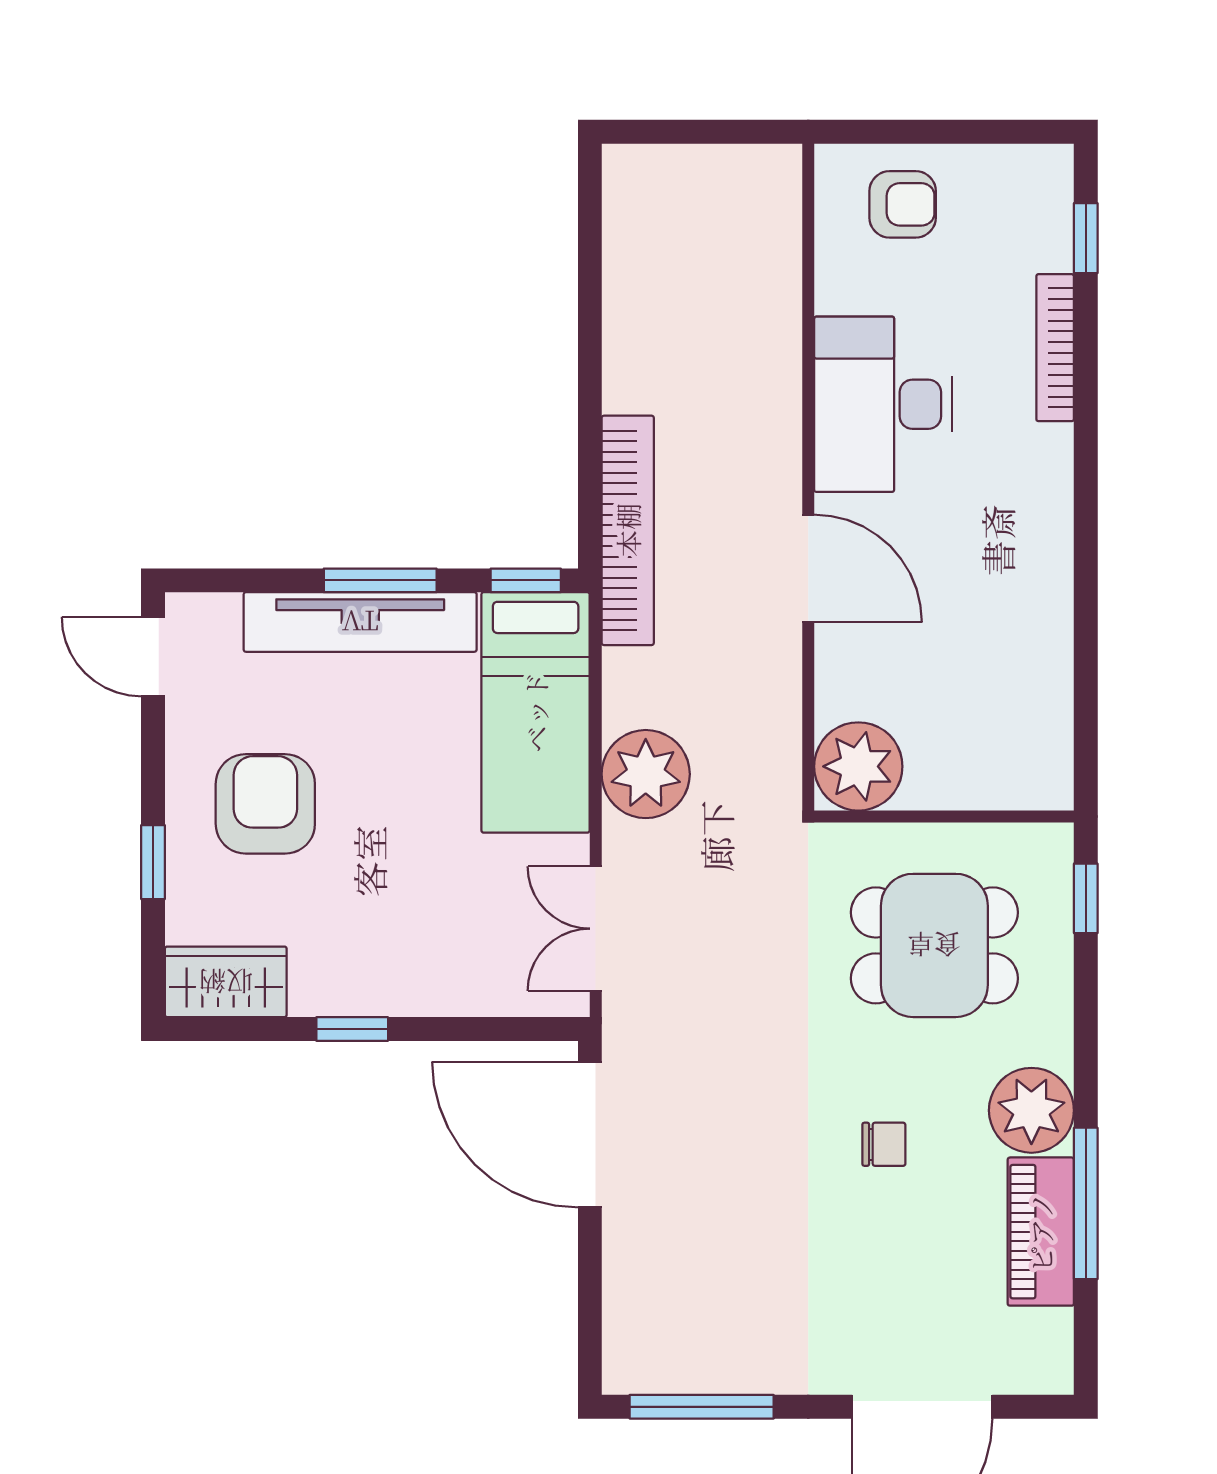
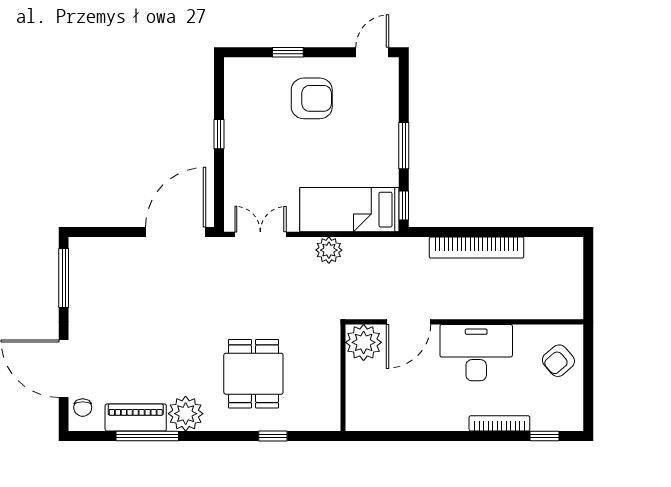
armchair: (903, 204) -> (558, 361), turned 49
bookcase: (628, 530) -> (477, 248), moved
tv unit: (360, 622) -> (387, 137), removed
plant: (858, 766) -> (364, 342), moved
plant: (646, 774) -> (329, 250), width x0.73, depth x0.73
wall: (944, 816) -> (343, 378), moved
wardrobe: (226, 982) -> (238, 82), removed
chair: (884, 1144) -> (83, 408), moved

